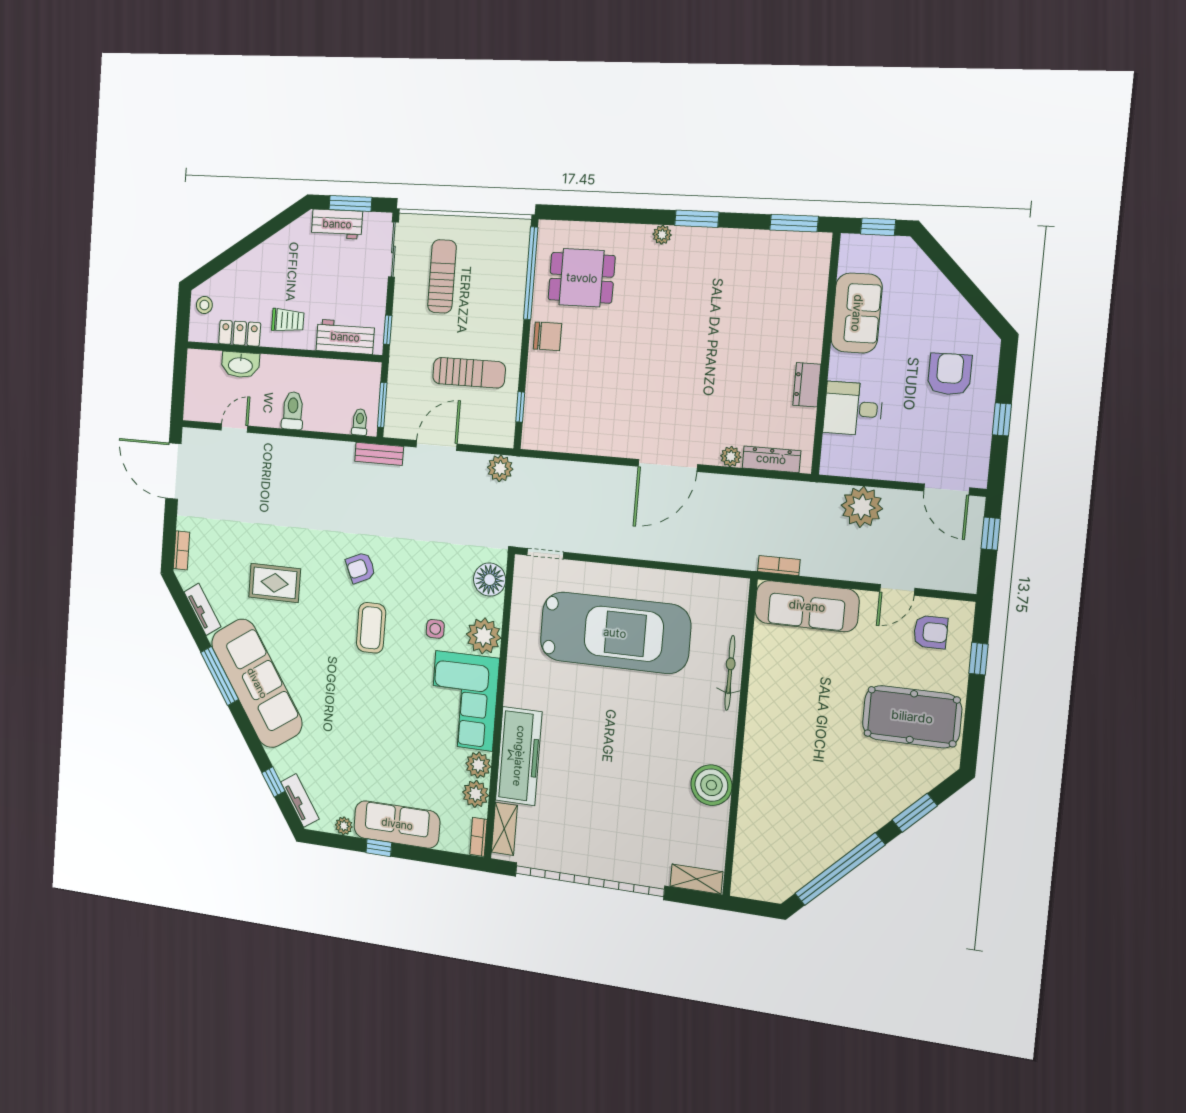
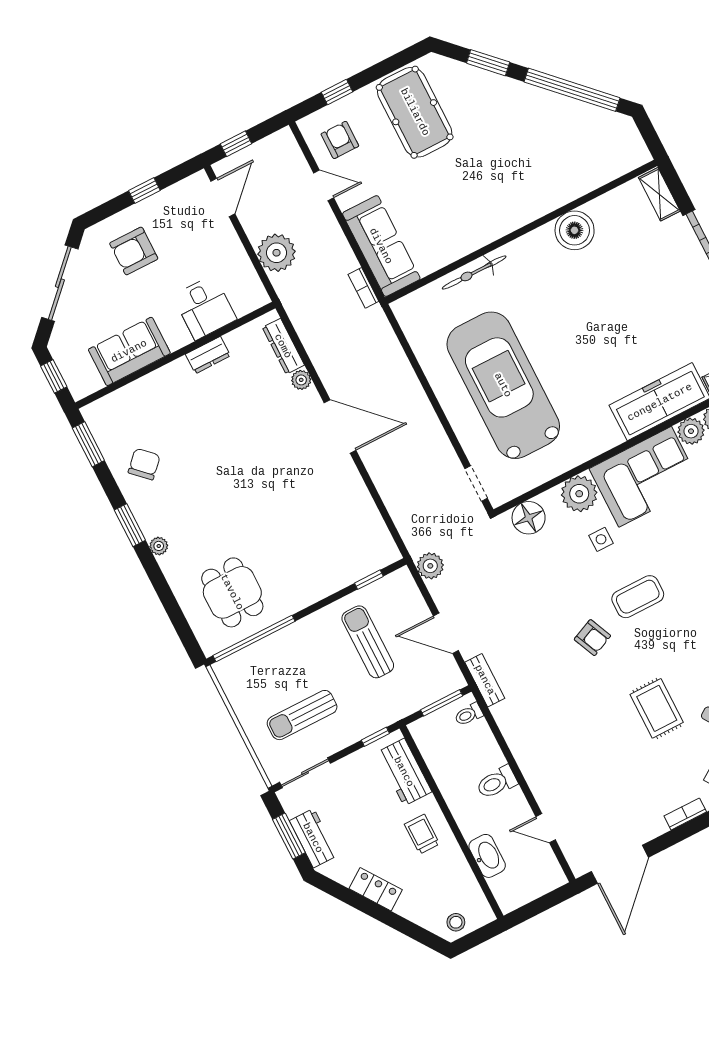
sliding door: (964, 285) -> (60, 283), added
locker: (240, 333) -> (376, 889), moved, turned 145
chair: (547, 336) -> (144, 464), moved, turned 44

